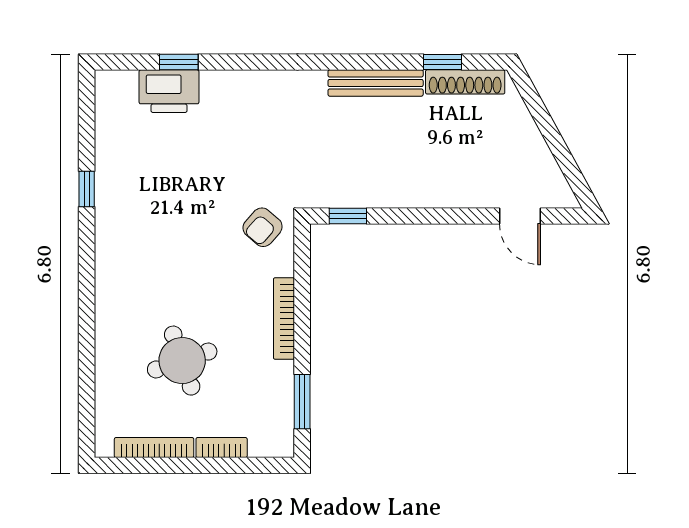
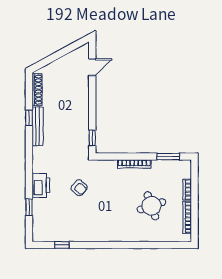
window: (442, 62) -> (29, 118), moved
printer: (169, 91) -> (41, 185), moved
window: (87, 189) -> (62, 245), moved
armchair: (263, 227) -> (79, 188), moved

